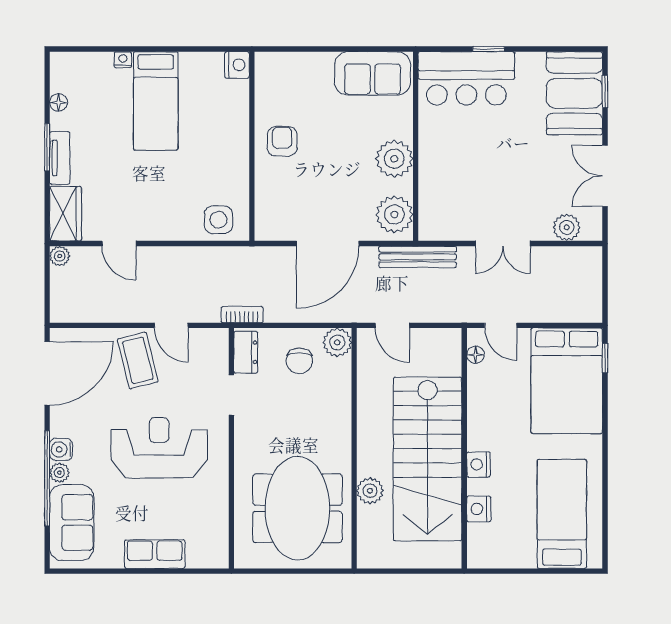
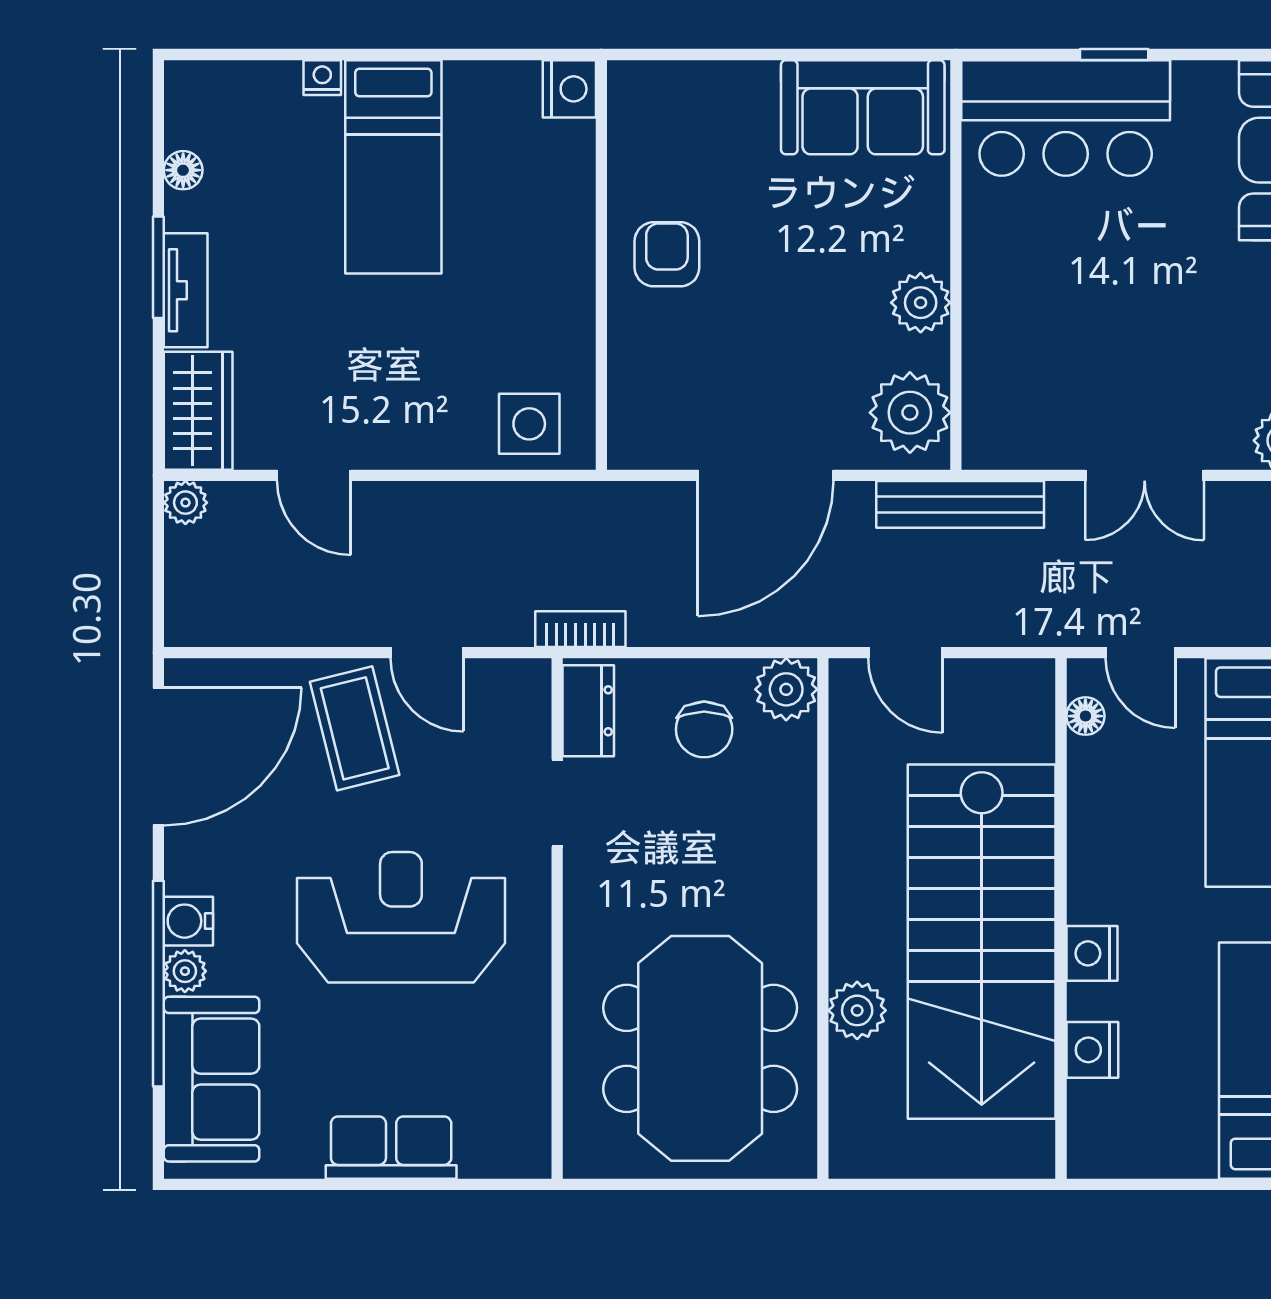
plant: (394, 159) -> (921, 303), width x0.73, depth x0.73

